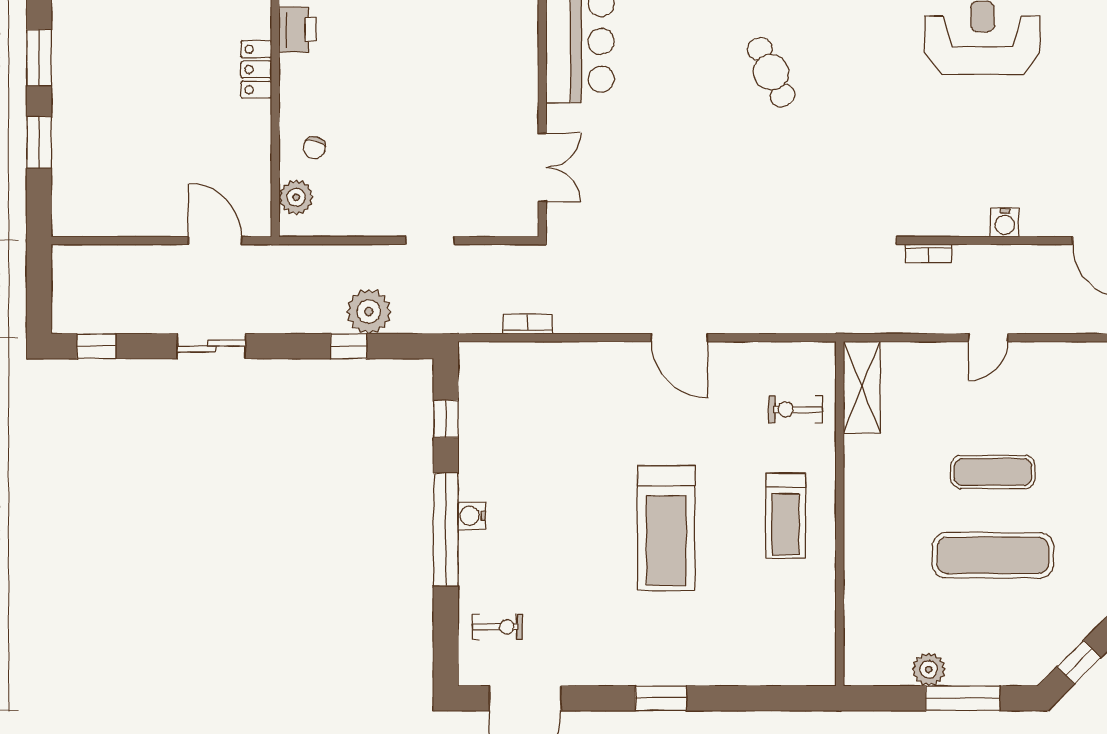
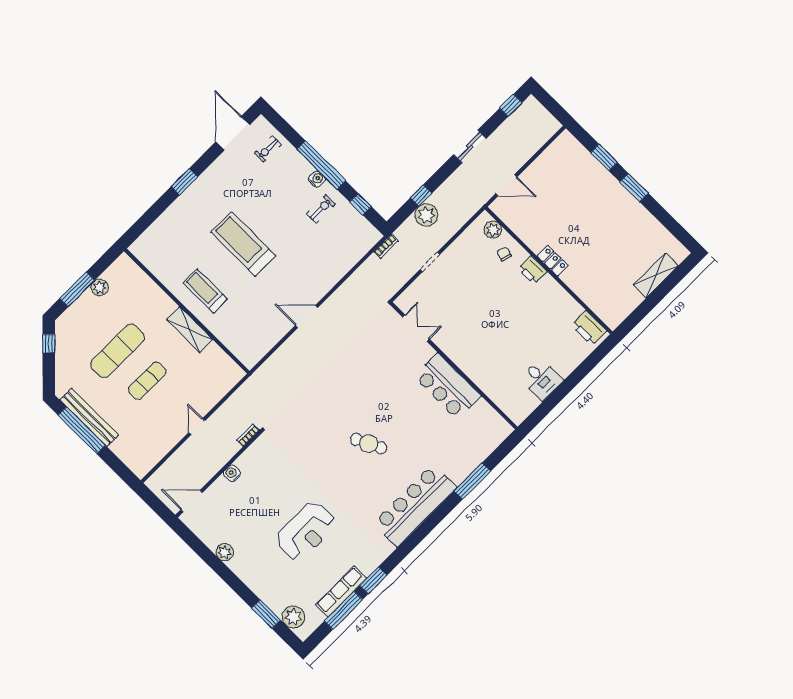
printer: (297, 30) -> (533, 270), moved
double door: (542, 168) -> (416, 328), swing flipped
bookcase: (527, 324) -> (386, 246), moved
shelving: (862, 387) -> (190, 330), moved
exercise bike: (795, 410) -> (321, 209), moved

